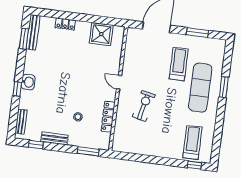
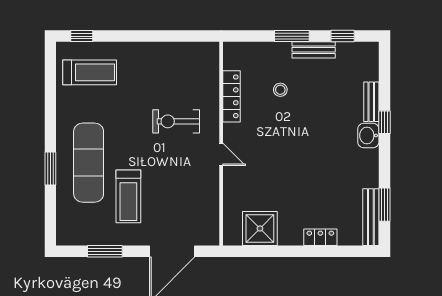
exercise bike: (144, 106) -> (176, 121), turned 77
bench: (21, 122) -> (371, 102), moved
treadmill: (192, 142) -> (90, 72), turned -90
window: (88, 151) -> (292, 36), moved

